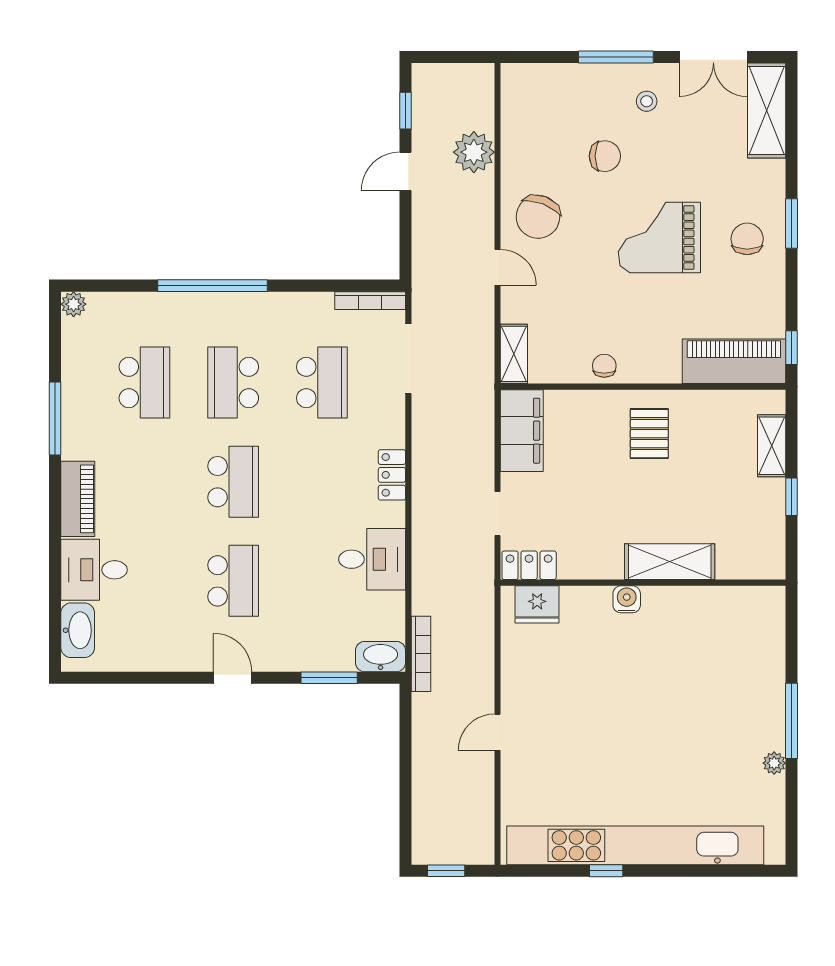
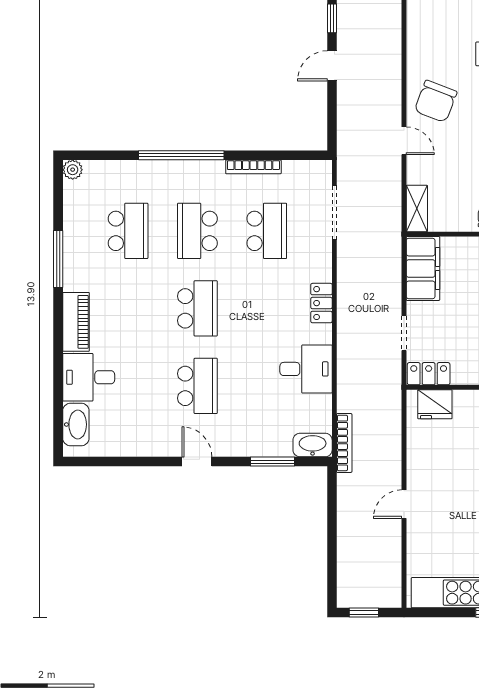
plant: (474, 152) -> (385, 51), removed
bookcase: (370, 301) -> (253, 167), moved

